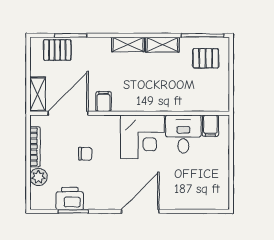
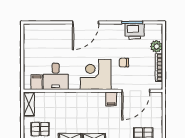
shelving: (38, 94) -> (29, 104), moved
corner desk: (142, 137) -> (96, 74), moved

